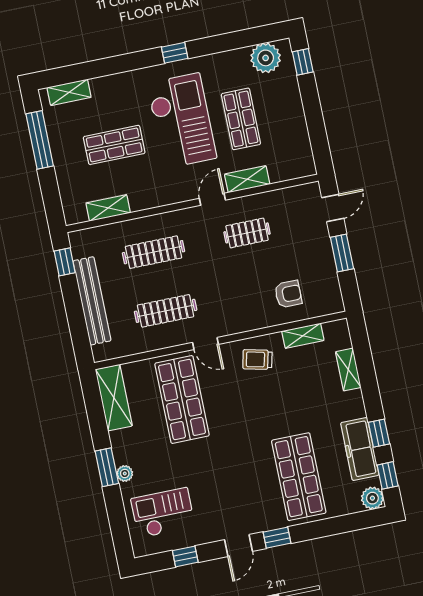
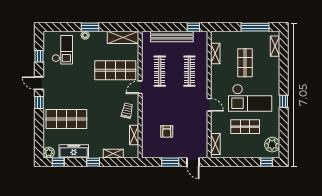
shelving: (247, 179) -> (215, 144), moved
clothes rail: (247, 233) -> (189, 118), removed
armchair: (288, 294) -> (167, 131), moved
window: (379, 433) -> (93, 162), moved

